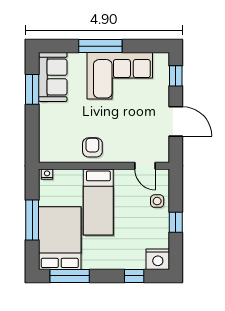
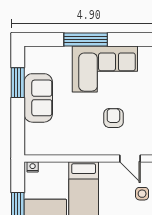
sofa: (53, 77) -> (38, 98), moved
armchair: (92, 147) -> (113, 118), moved

